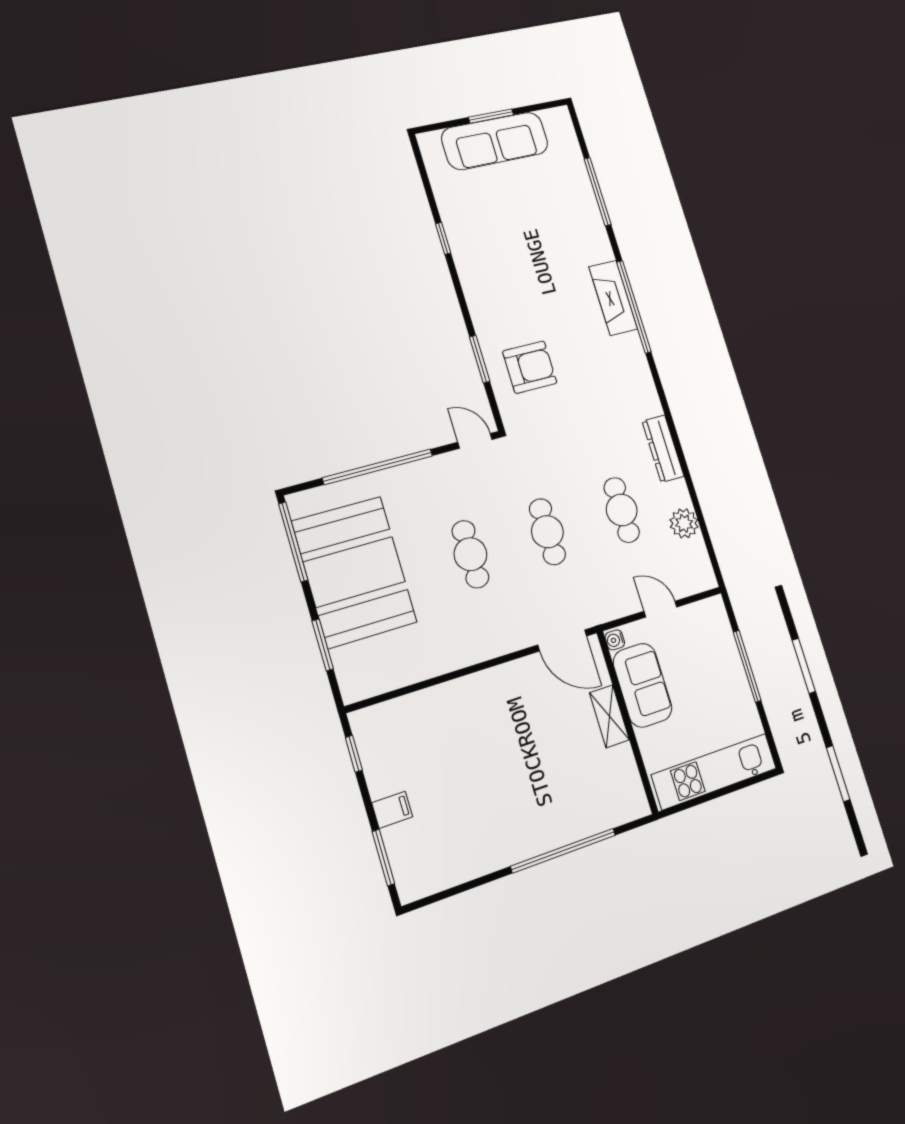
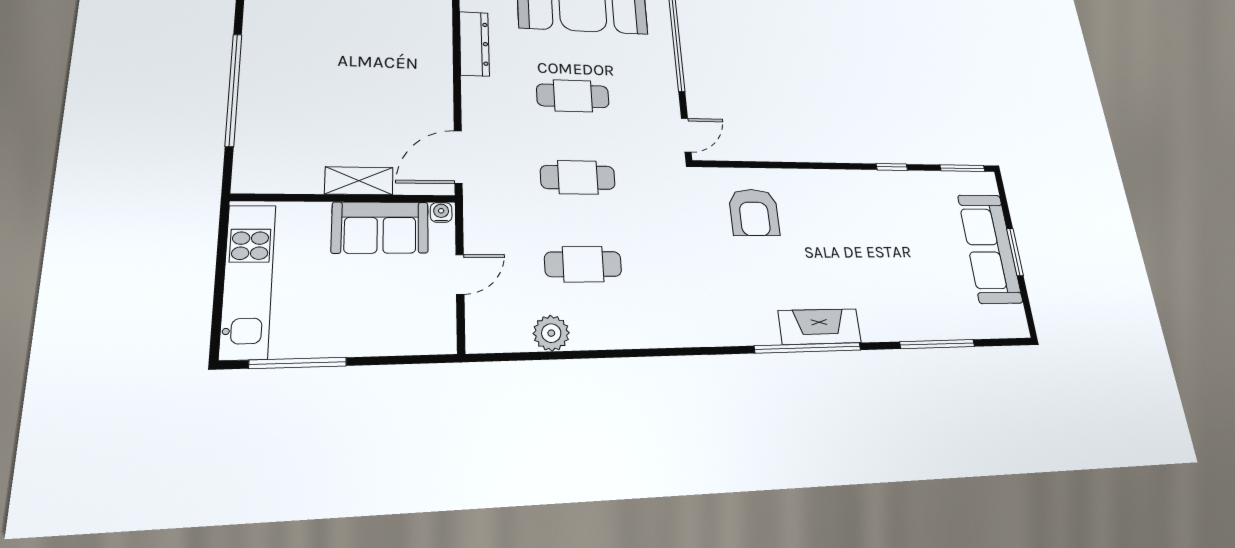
window: (480, 359) -> (962, 168), moved
dresser: (663, 449) -> (474, 44), moved, turned 90
window: (747, 666) -> (298, 363), moved

